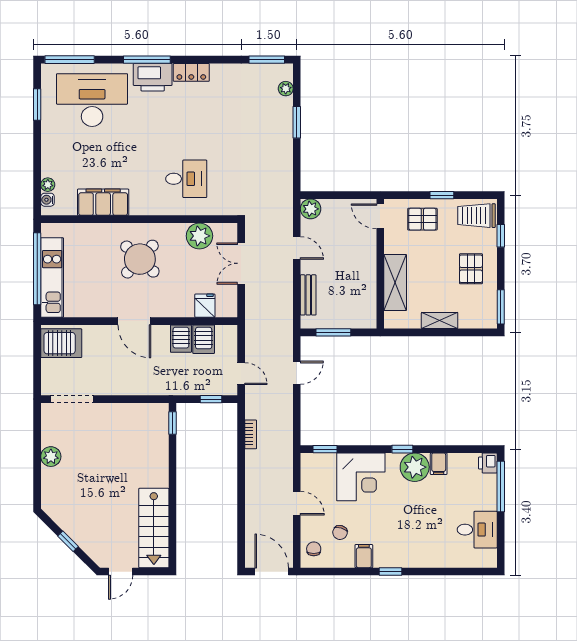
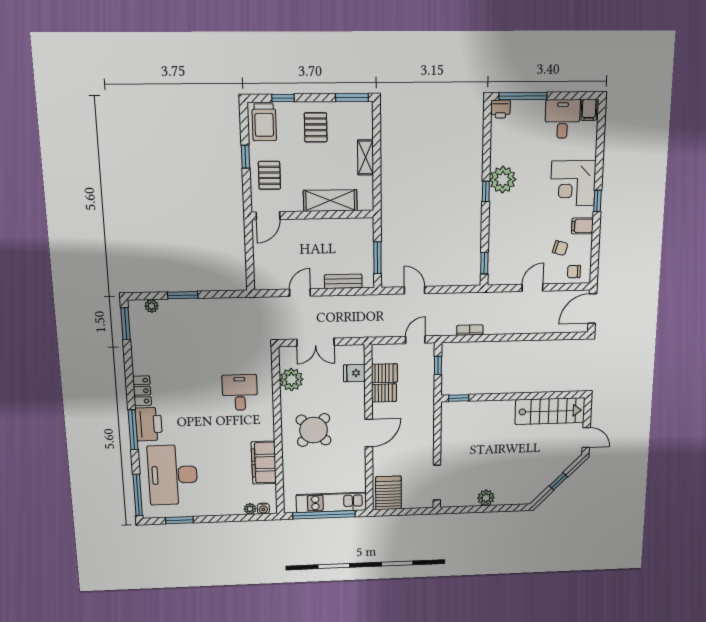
plant: (311, 209) -> (263, 281), removed
pallet: (471, 269) -> (316, 127), turned 90
filing cabinet: (439, 464) -> (589, 110), moved, turned 90
corner desk: (361, 477) -> (573, 183), moved, turned 180

